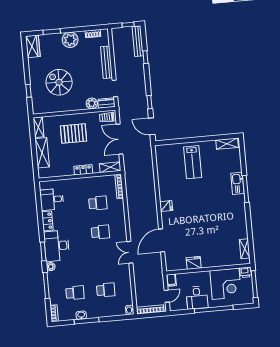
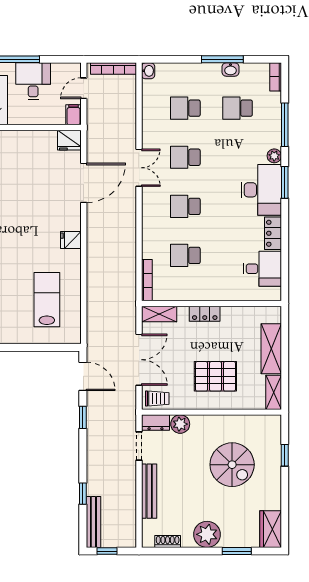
lab bench: (193, 162) -> (47, 300), moved
school desk: (103, 261) -> (185, 157), added
fridge: (194, 263) -> (69, 140), moved

